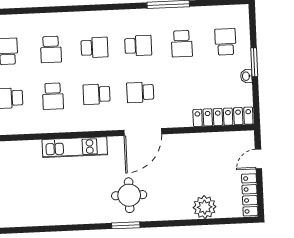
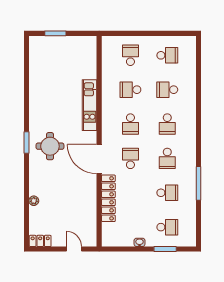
school desk: (182, 44) -> (167, 193), turned 180
window: (254, 62) -> (165, 249), moved
school desk: (97, 94) -> (130, 124), turned 180
locker: (223, 117) -> (108, 198), moved
locker: (250, 195) -> (40, 241), width x0.66
plant: (205, 207) -> (34, 201), width x0.53, depth x0.53

